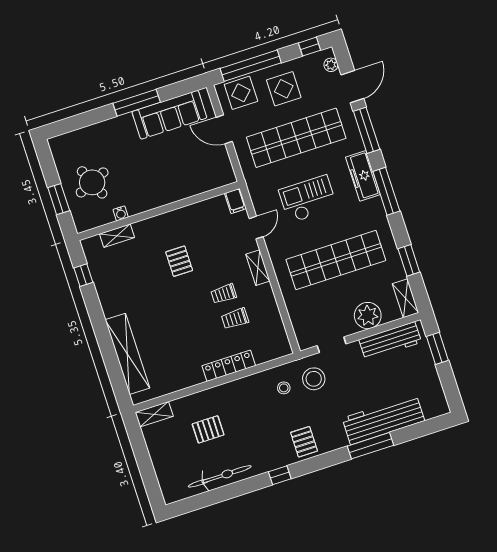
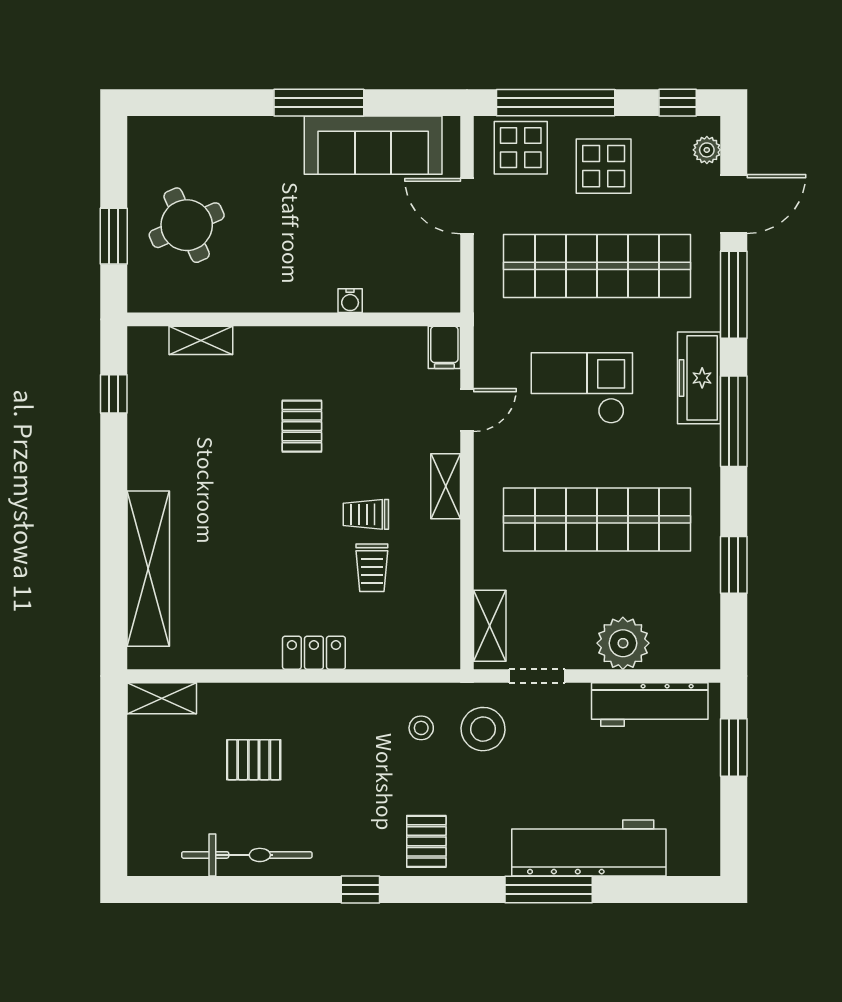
water cooler: (121, 213) -> (350, 301), moved
shelving: (405, 298) -> (490, 626), moved
trolley: (235, 319) -> (372, 568), turned -90
locker: (229, 366) -> (314, 653), width x0.66

